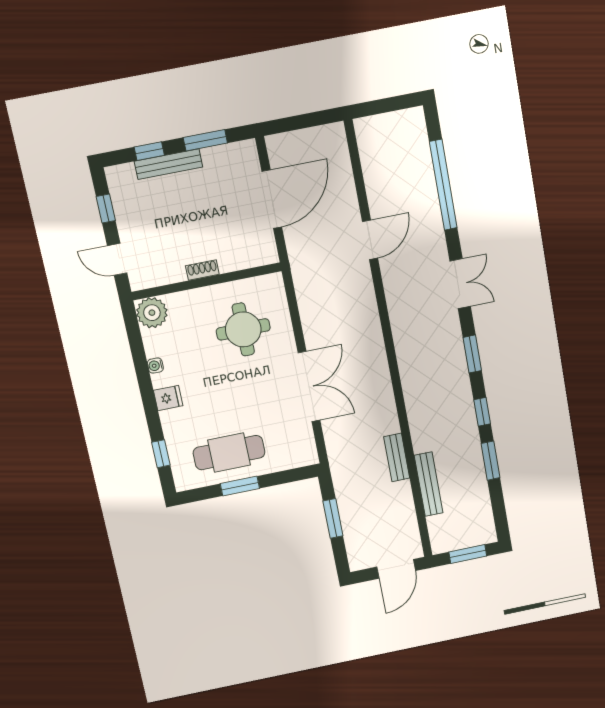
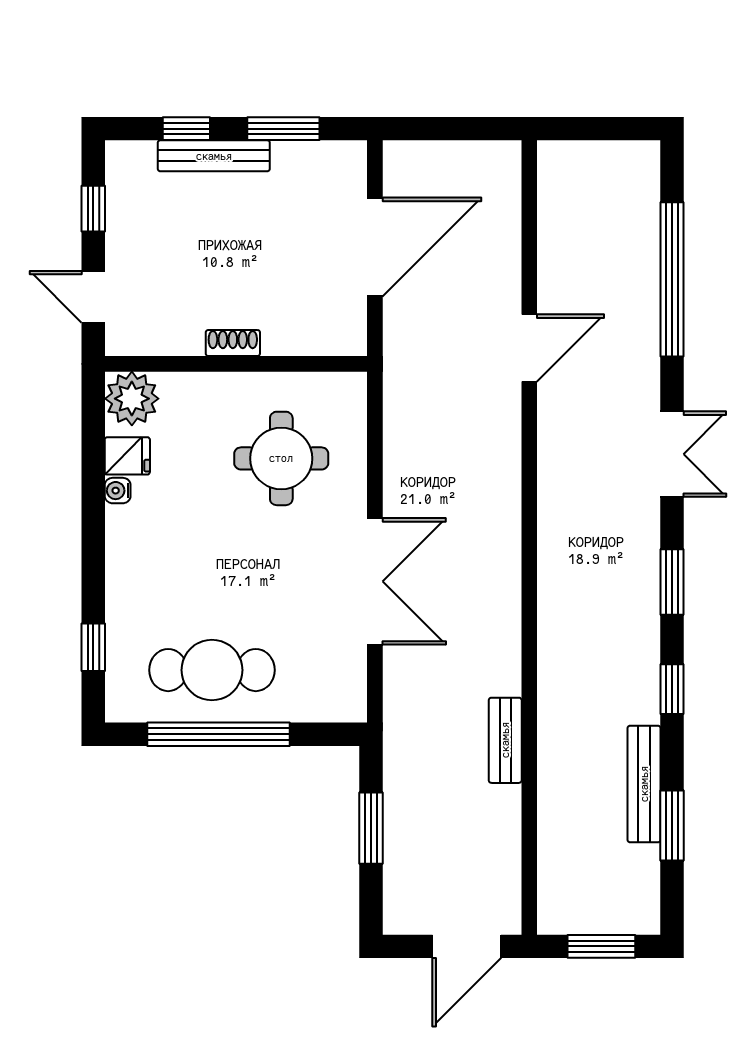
fridge: (168, 398) -> (127, 456), moved
window: (490, 461) -> (672, 825), moved
bench: (429, 484) -> (644, 784), moved
window: (240, 486) -> (219, 734), width x2.11

